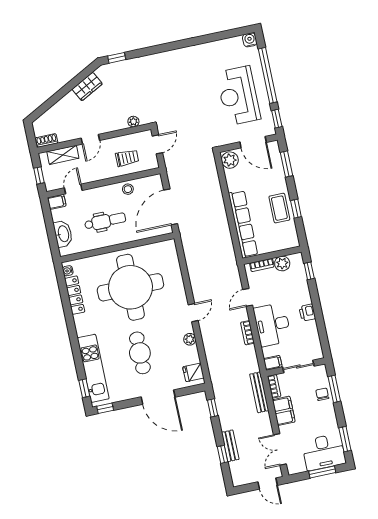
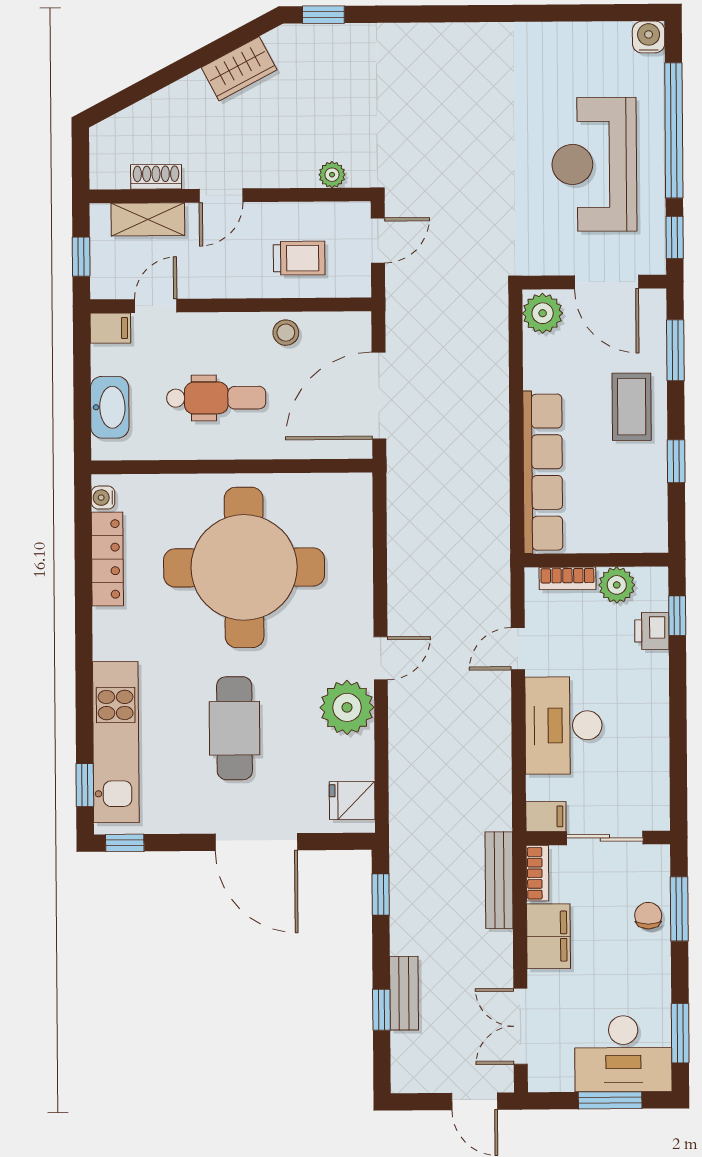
shoe rack: (47, 140) -> (156, 177), moved
coffee table: (279, 208) -> (632, 407), moved
printer: (307, 313) -> (652, 631), moved
bookcase: (247, 333) -> (500, 733), removed
plant: (190, 339) -> (347, 707), width x1.88, depth x1.88

